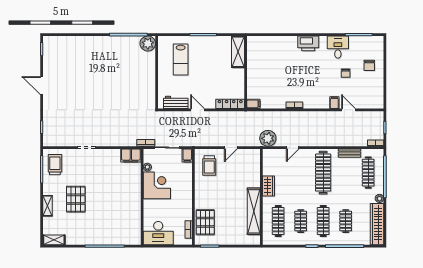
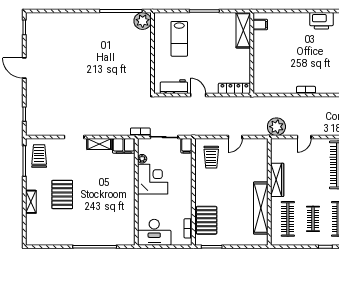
filing cabinet: (253, 104) -> (260, 25), moved
wardrobe: (268, 186) -> (277, 180), width x1.50
shelving: (54, 240) -> (99, 144), moved

